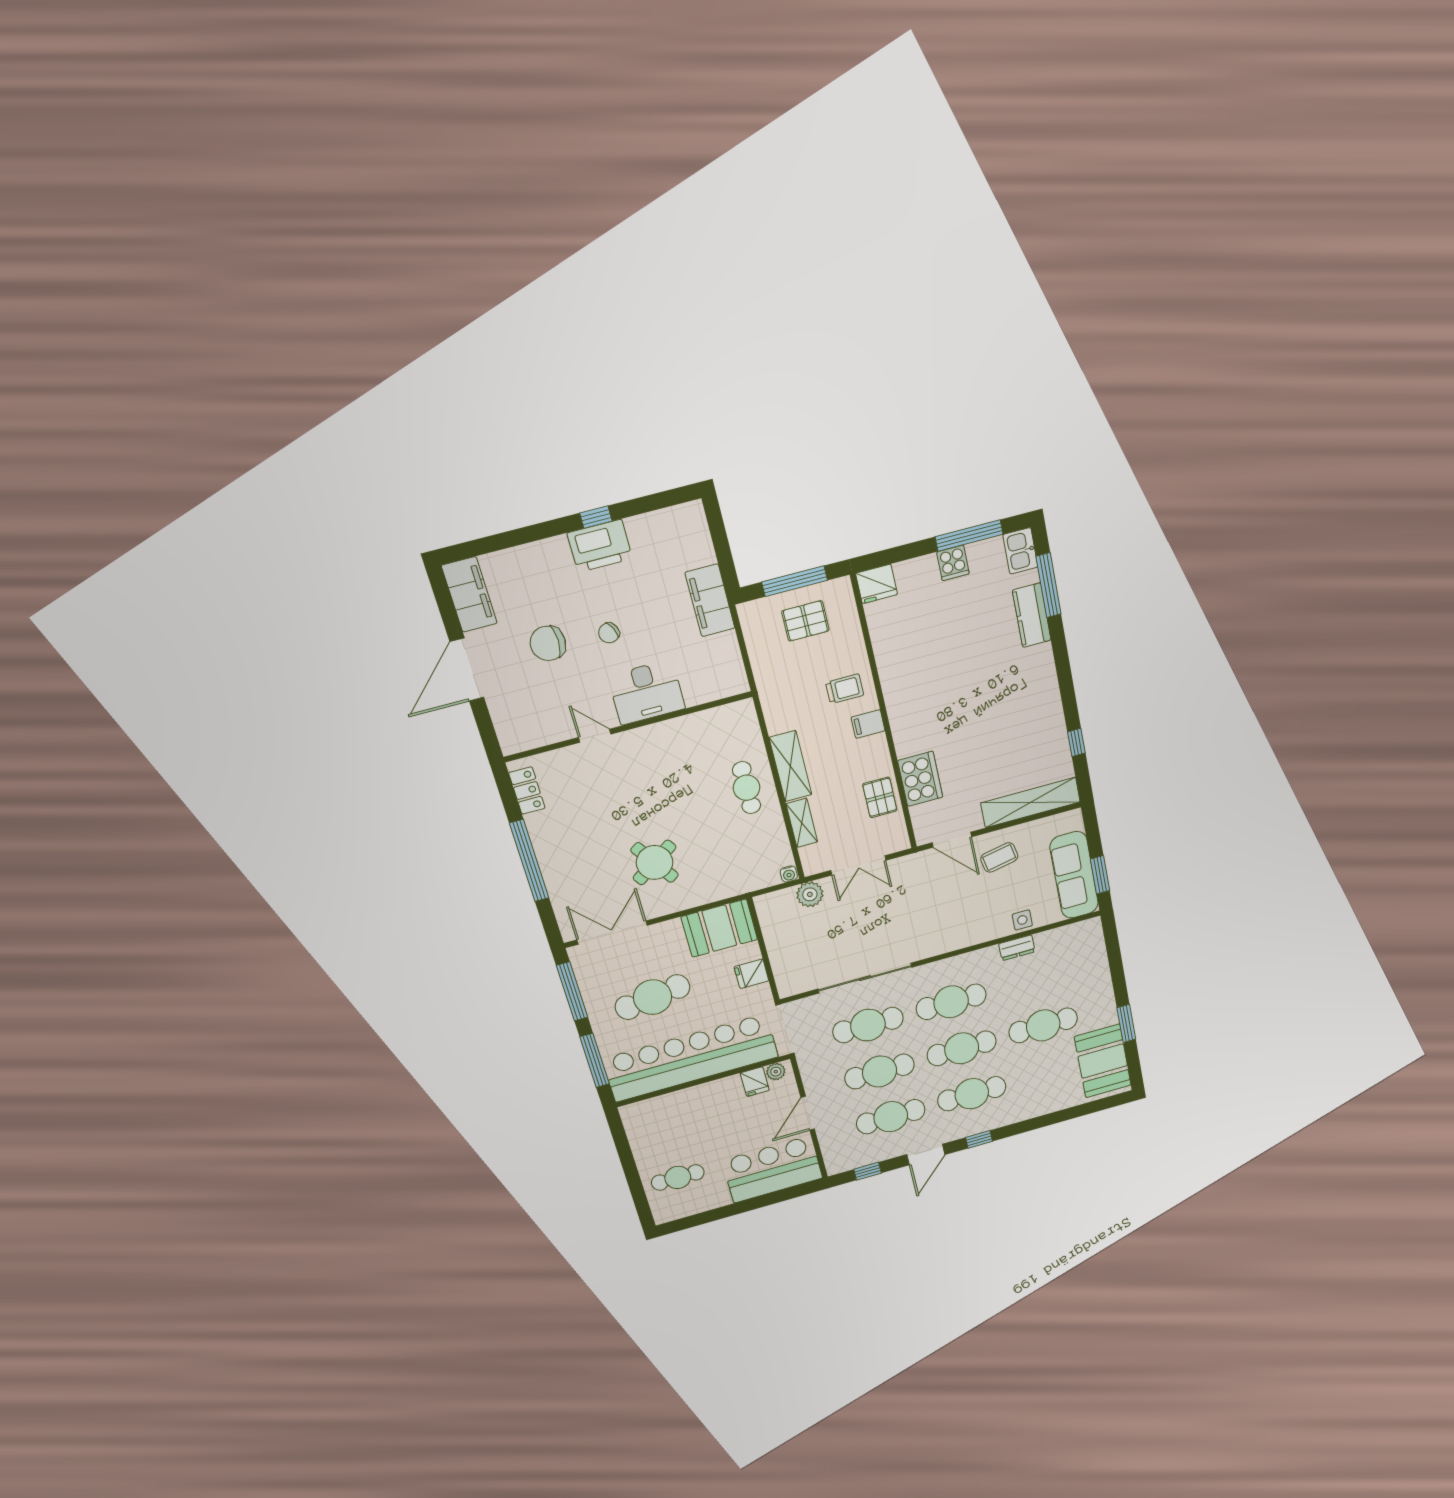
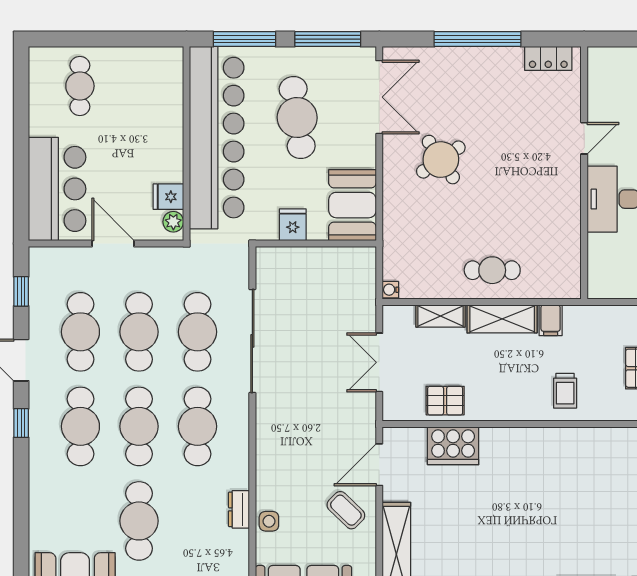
filing cabinet: (868, 724) -> (551, 320), moved, turned 180
coffee table: (999, 857) -> (346, 510), turned -35
plant: (810, 894) -> (362, 306), removed

